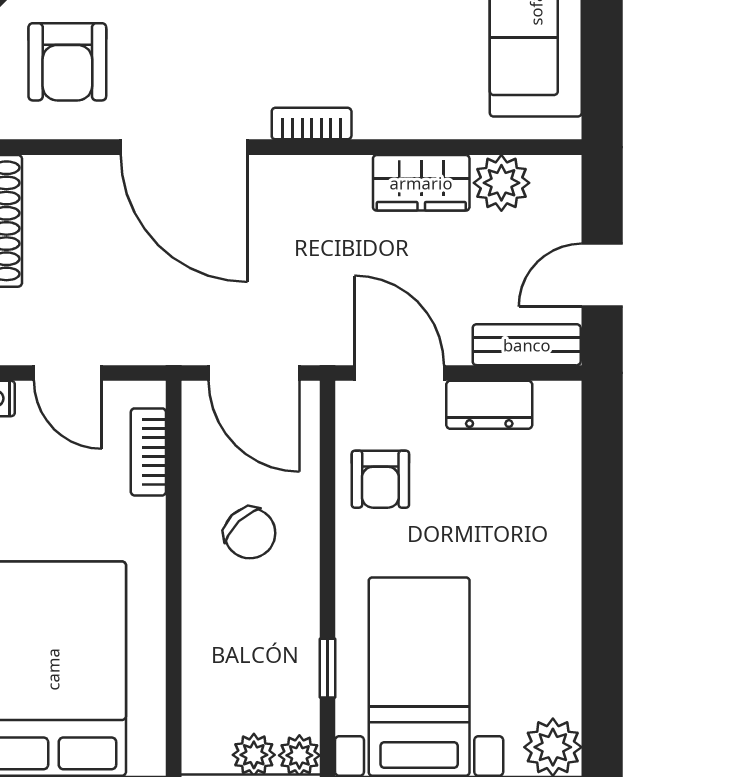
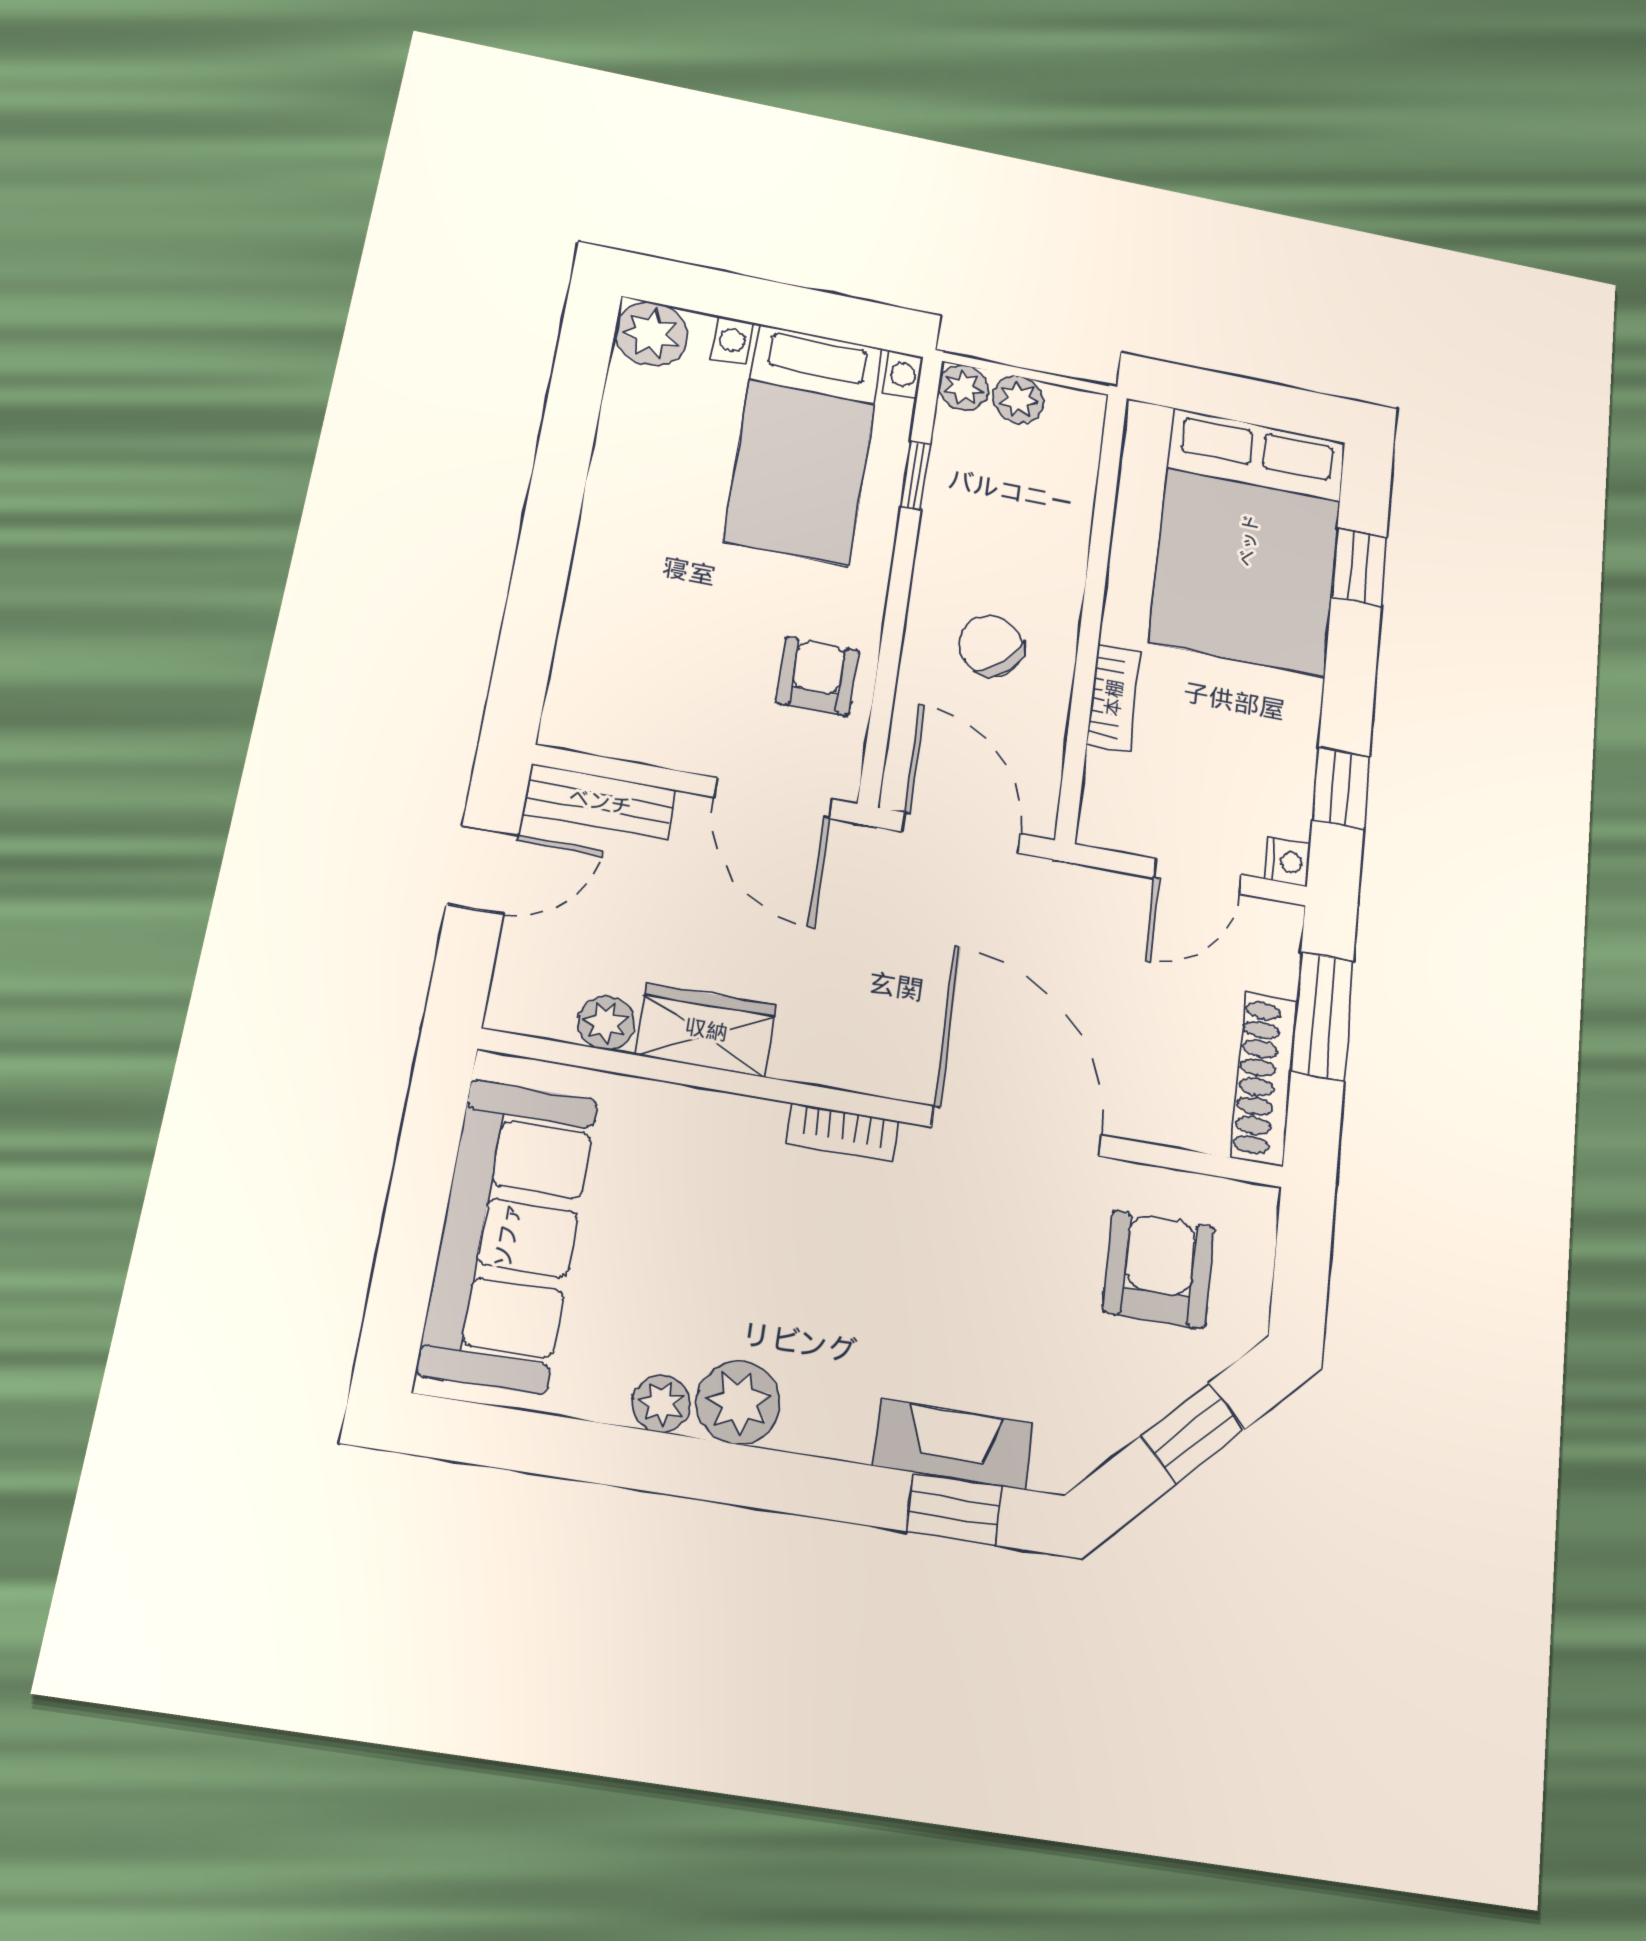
plant: (501, 183) -> (606, 1023), width x0.73, depth x0.73
door: (68, 373) -> (1198, 876), swing flipped
dresser: (489, 405) -> (662, 738), removed
bookcase: (148, 452) -> (1114, 698), moved

